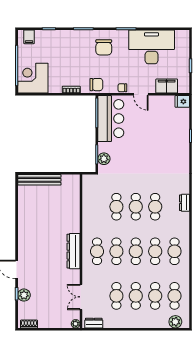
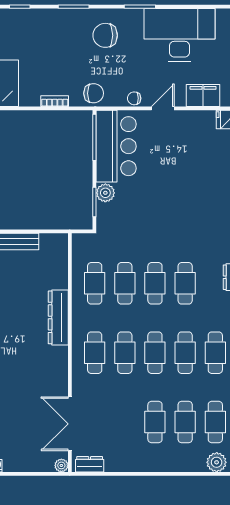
chair: (104, 47) -> (105, 35), turned 90
door: (141, 94) -> (163, 108), swing flipped
plant: (104, 159) -> (105, 193), moved
dresser: (74, 251) -> (58, 317), moved
cafe table: (116, 296) -> (95, 283), moved
double door: (81, 297) -> (70, 424), width x1.37

